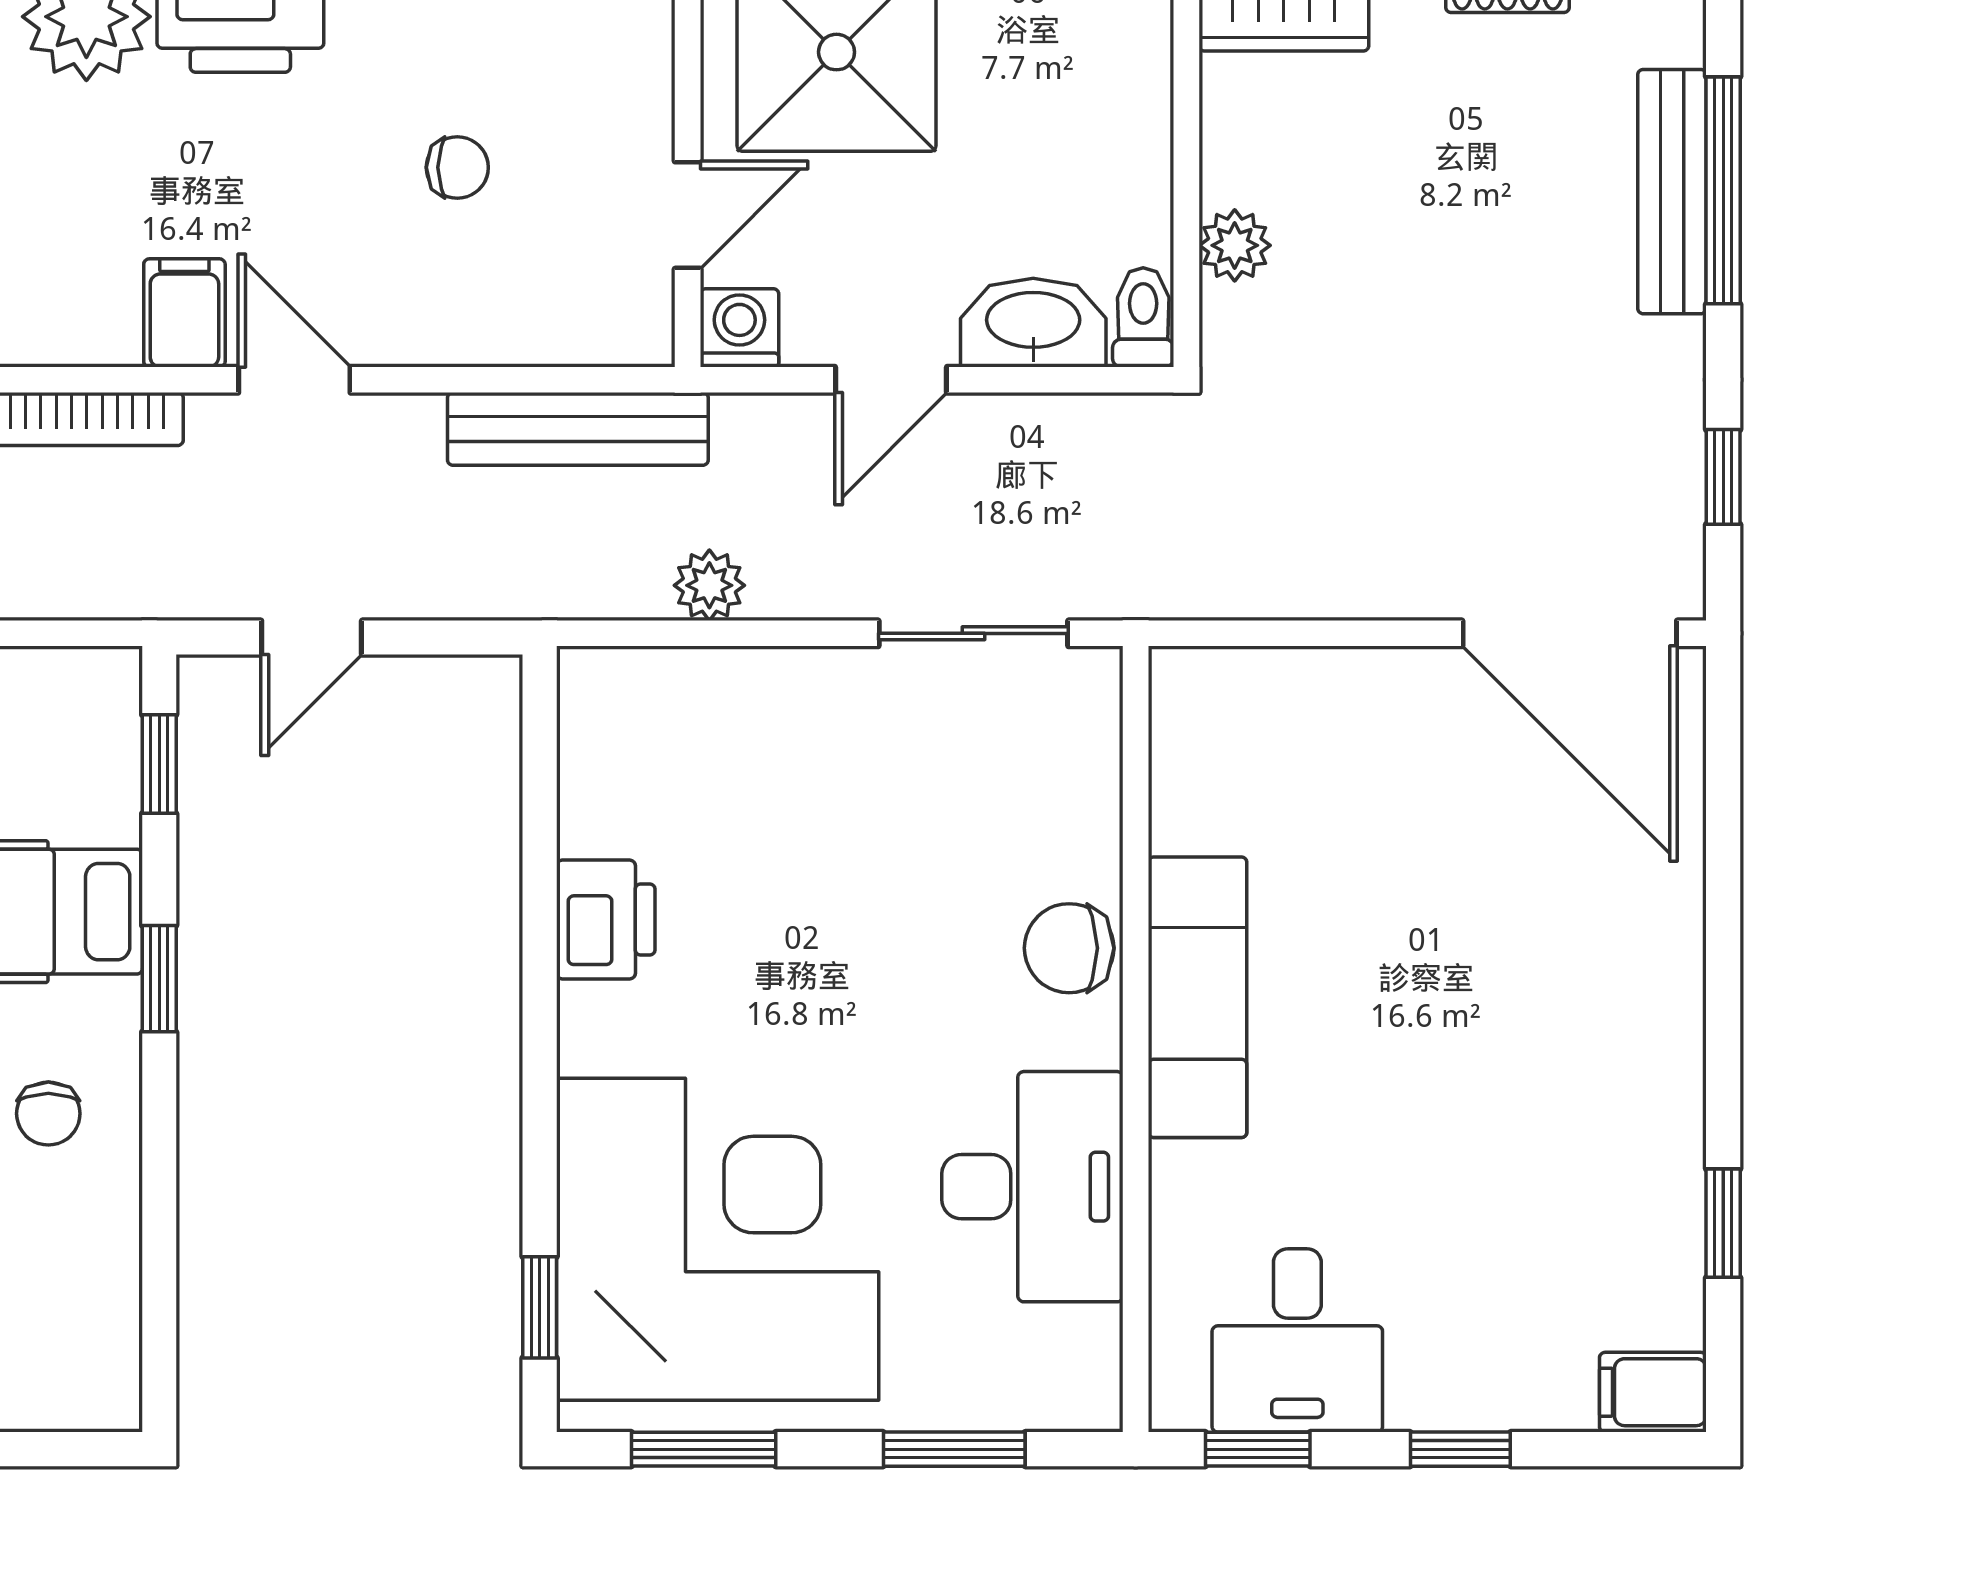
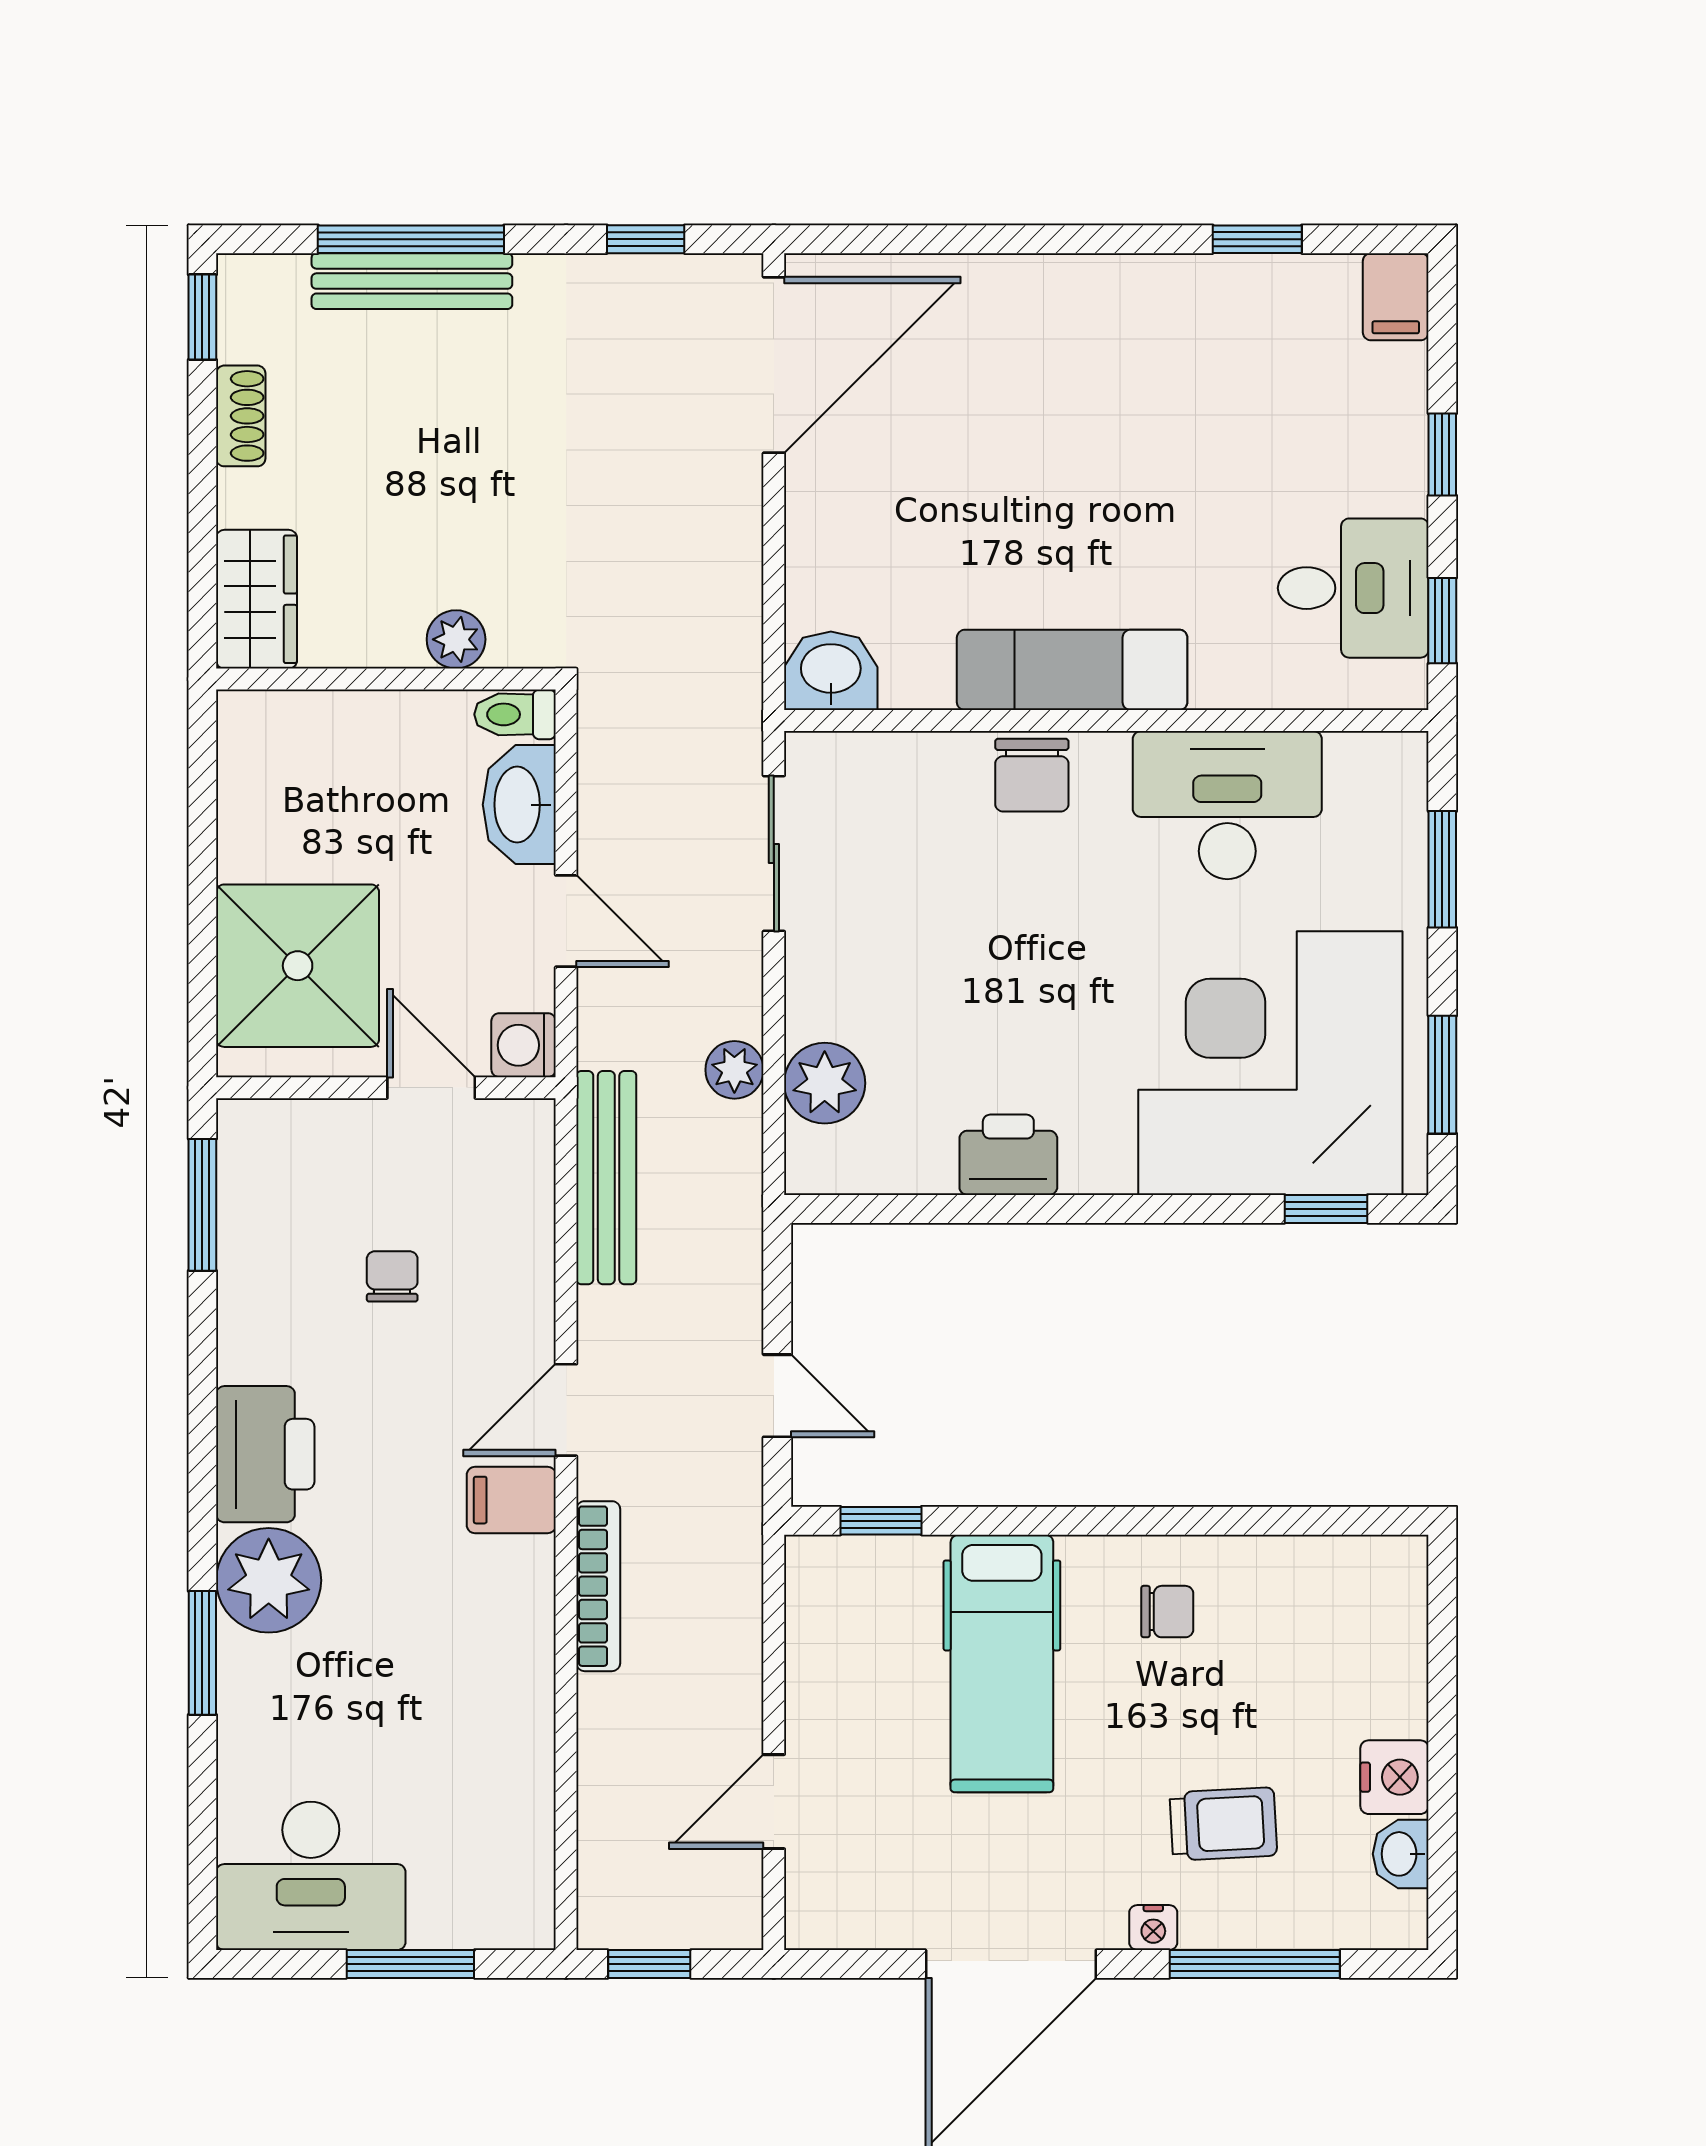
plant: (693, 695) -> (825, 1083), added
washbasin: (1196, 703) -> (831, 671), added
window: (159, 979) -> (1057, 1521), removed

